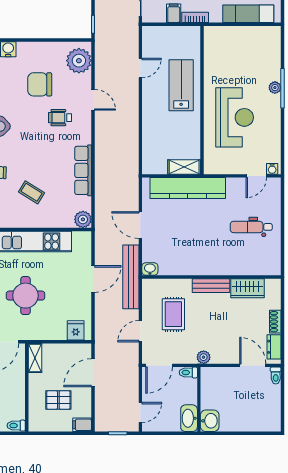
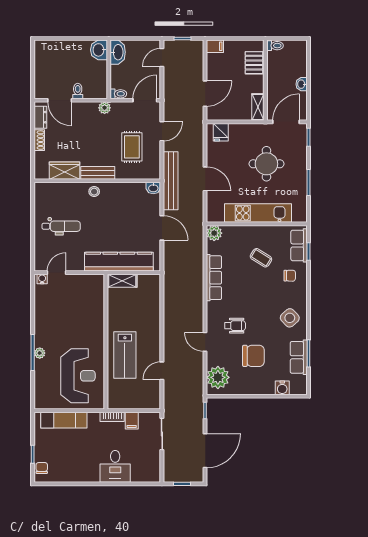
reception desk: (235, 117) -> (78, 376), moved, turned 180
stool: (215, 265) -> (94, 192), added
door: (93, 279) -> (205, 179), swing flipped
toilet: (276, 376) -> (78, 91), moved
pallet: (58, 400) -> (254, 63), moved, turned 90

